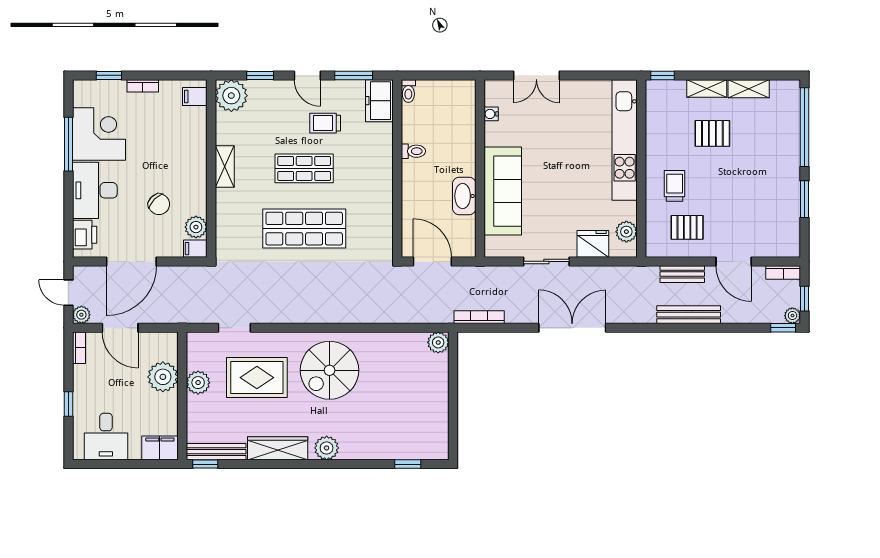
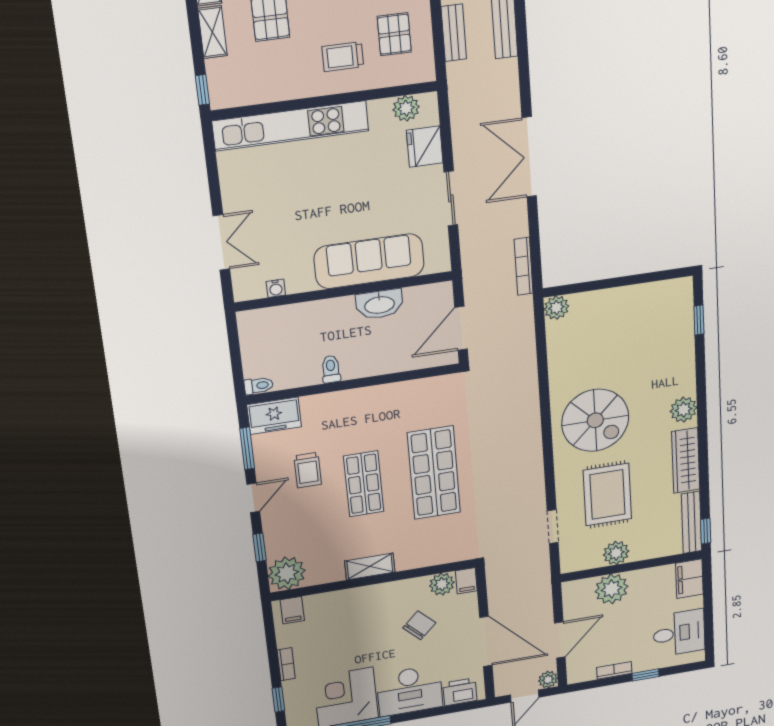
bookcase: (79, 348) -> (614, 670), moved

